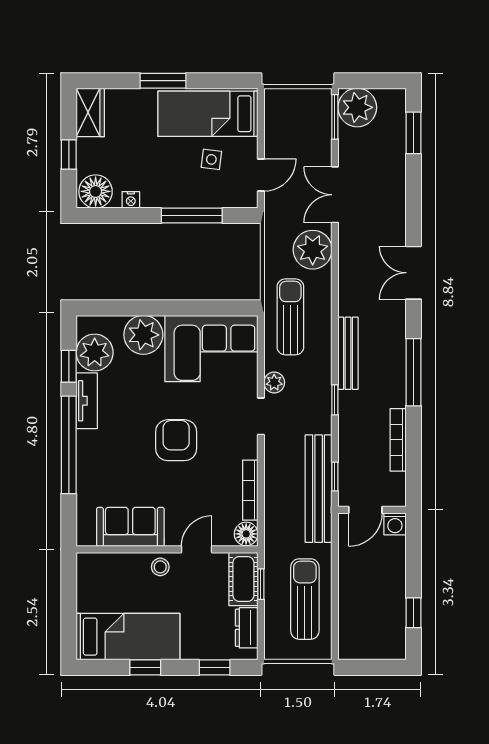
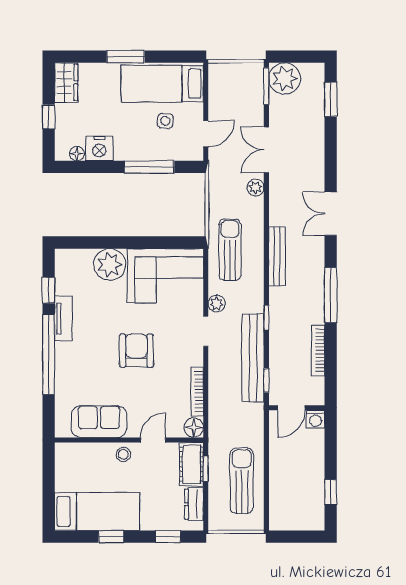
floor lamp: (96, 191) -> (77, 154), width x0.53, depth x0.53
nightstand: (131, 200) -> (99, 149), width x1.89, depth x1.79
plant: (313, 250) -> (255, 187), width x0.53, depth x0.53
plant: (95, 353) -> (70, 279), removed
bench: (348, 353) -> (277, 256), moved
bench: (319, 489) -> (253, 358), moved

